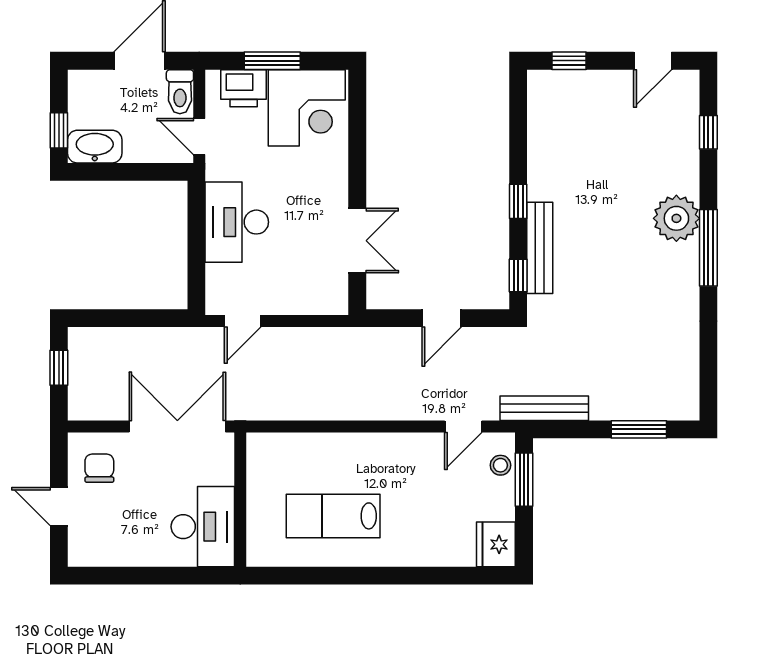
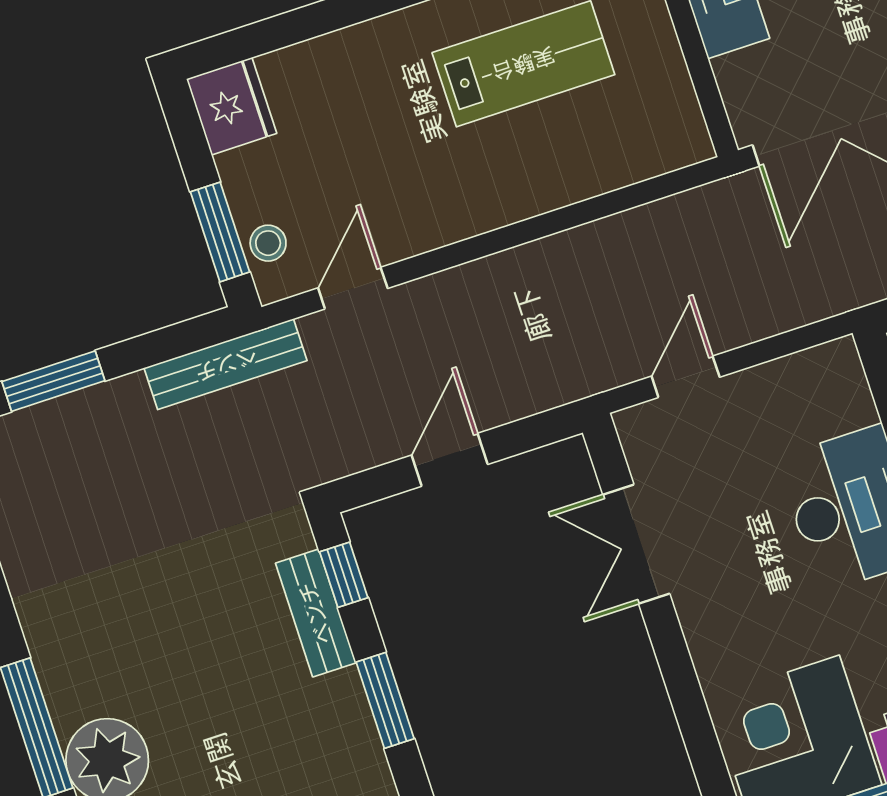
window: (518, 201) -> (385, 700), width x1.50
bench: (540, 248) -> (316, 613), width x0.73
door: (243, 321) -> (686, 377), moved

